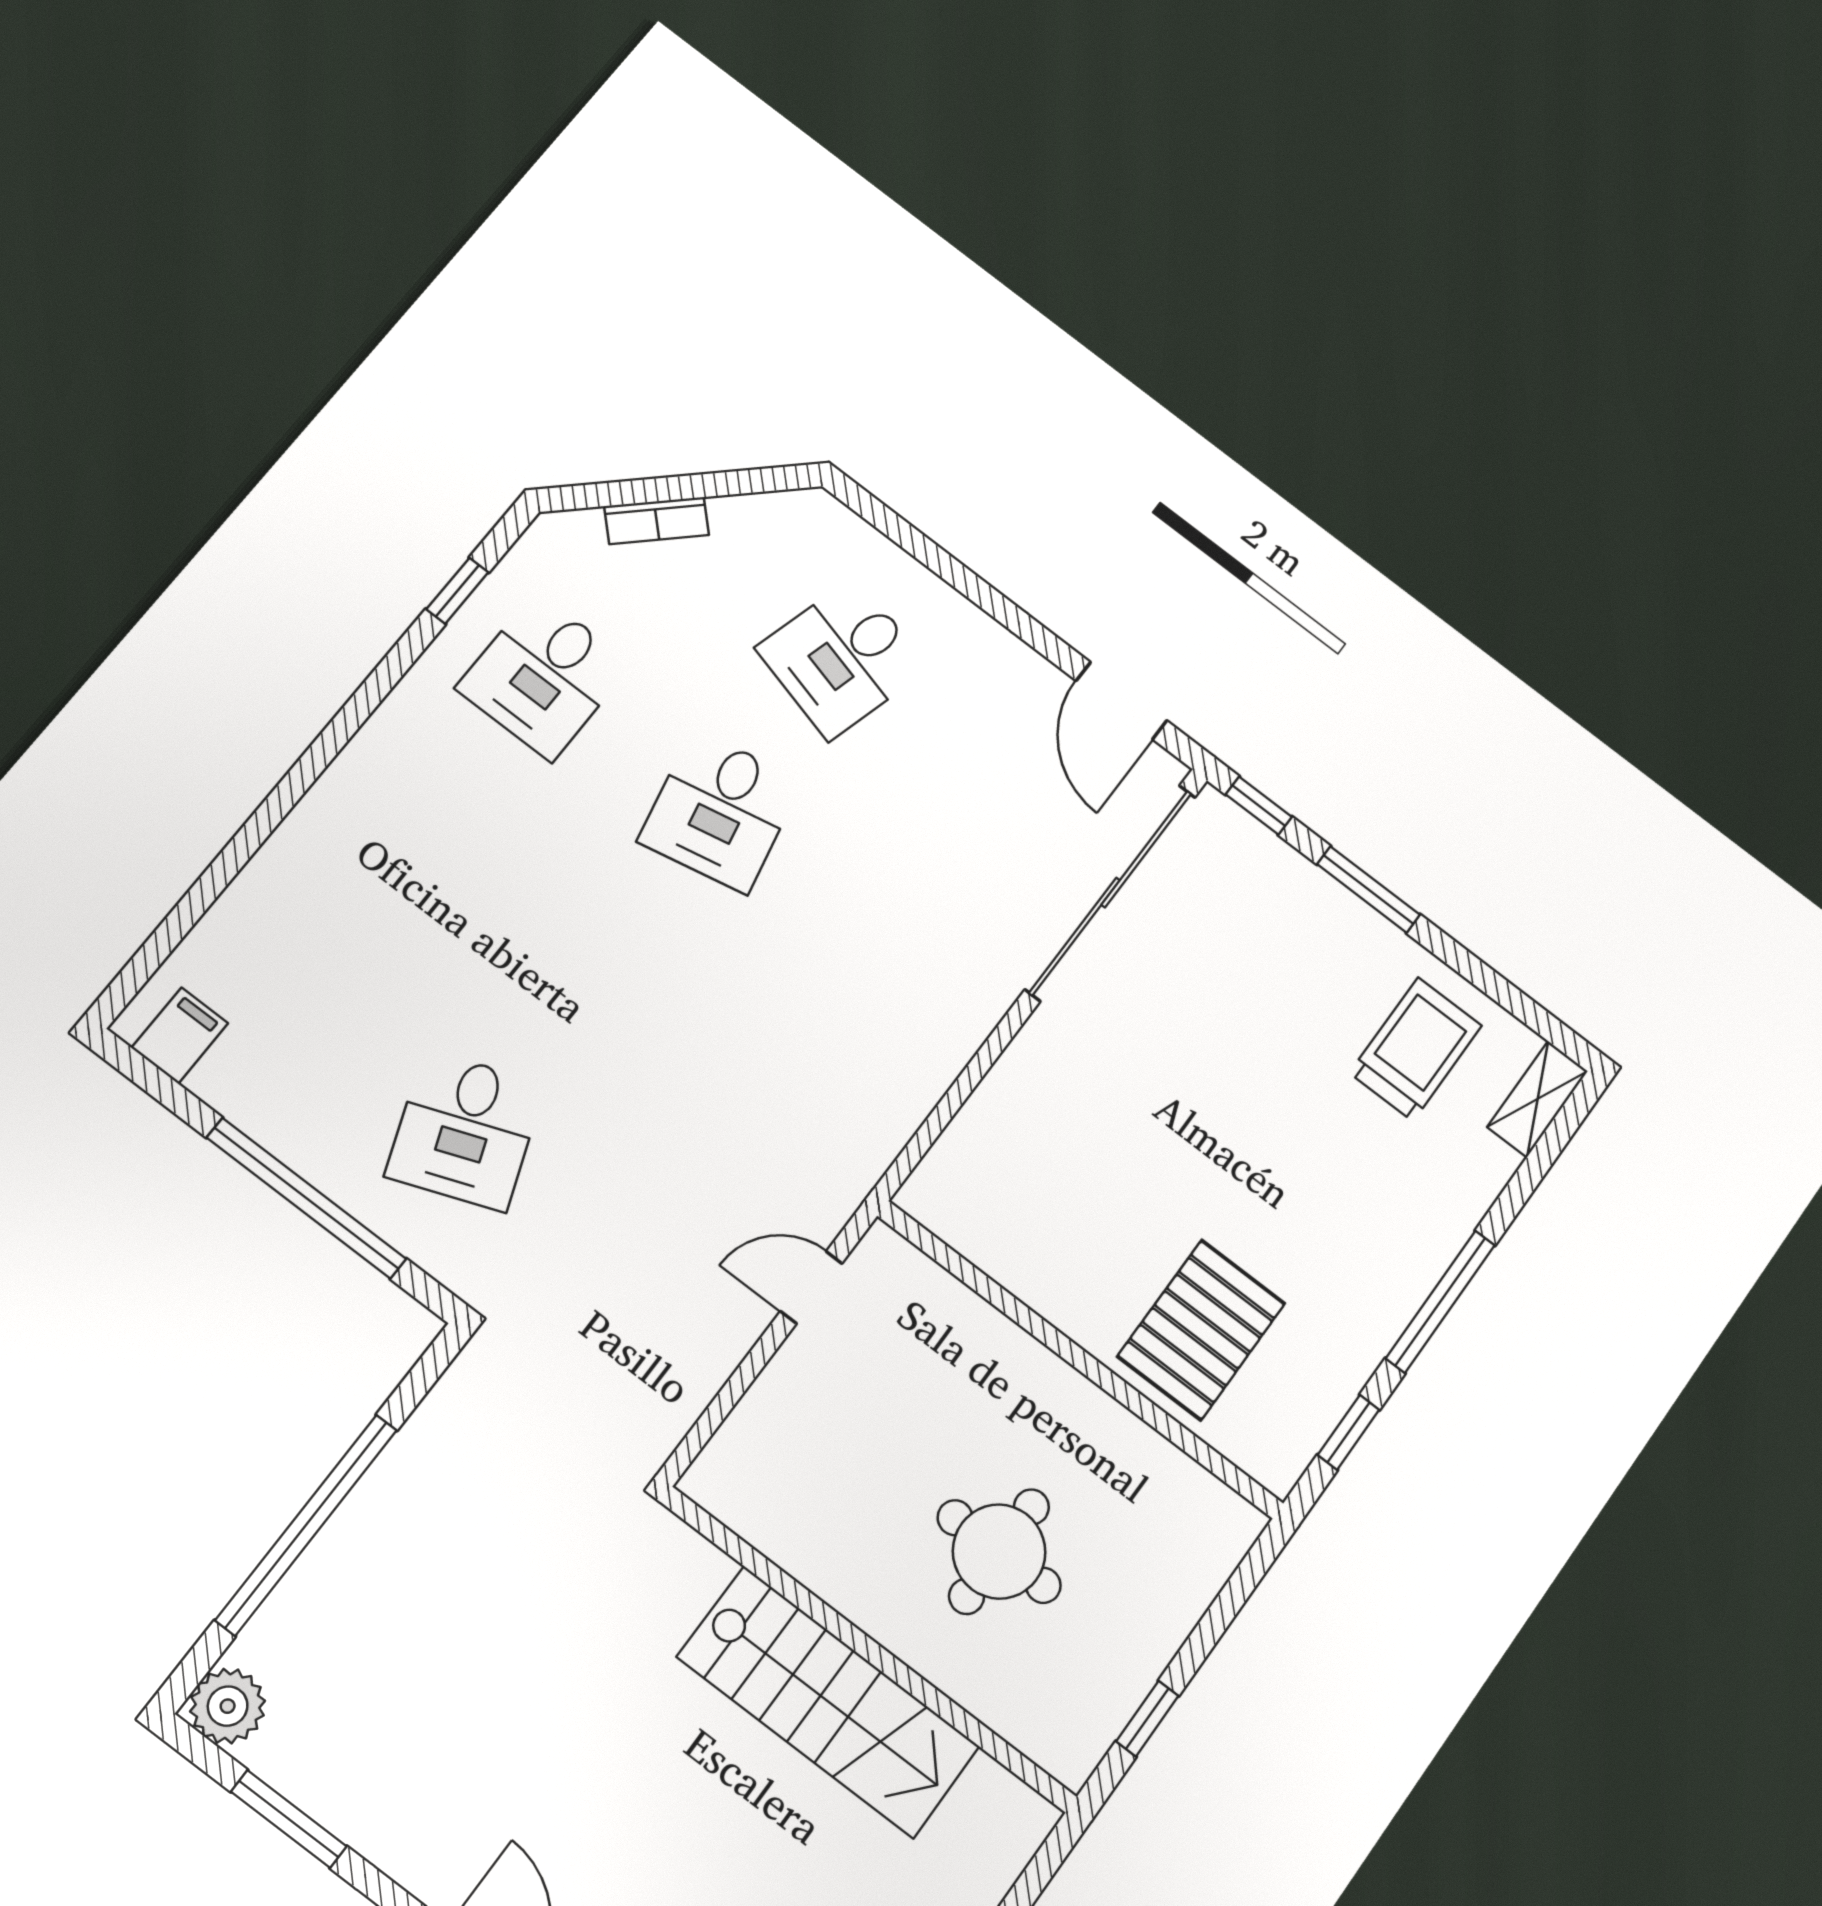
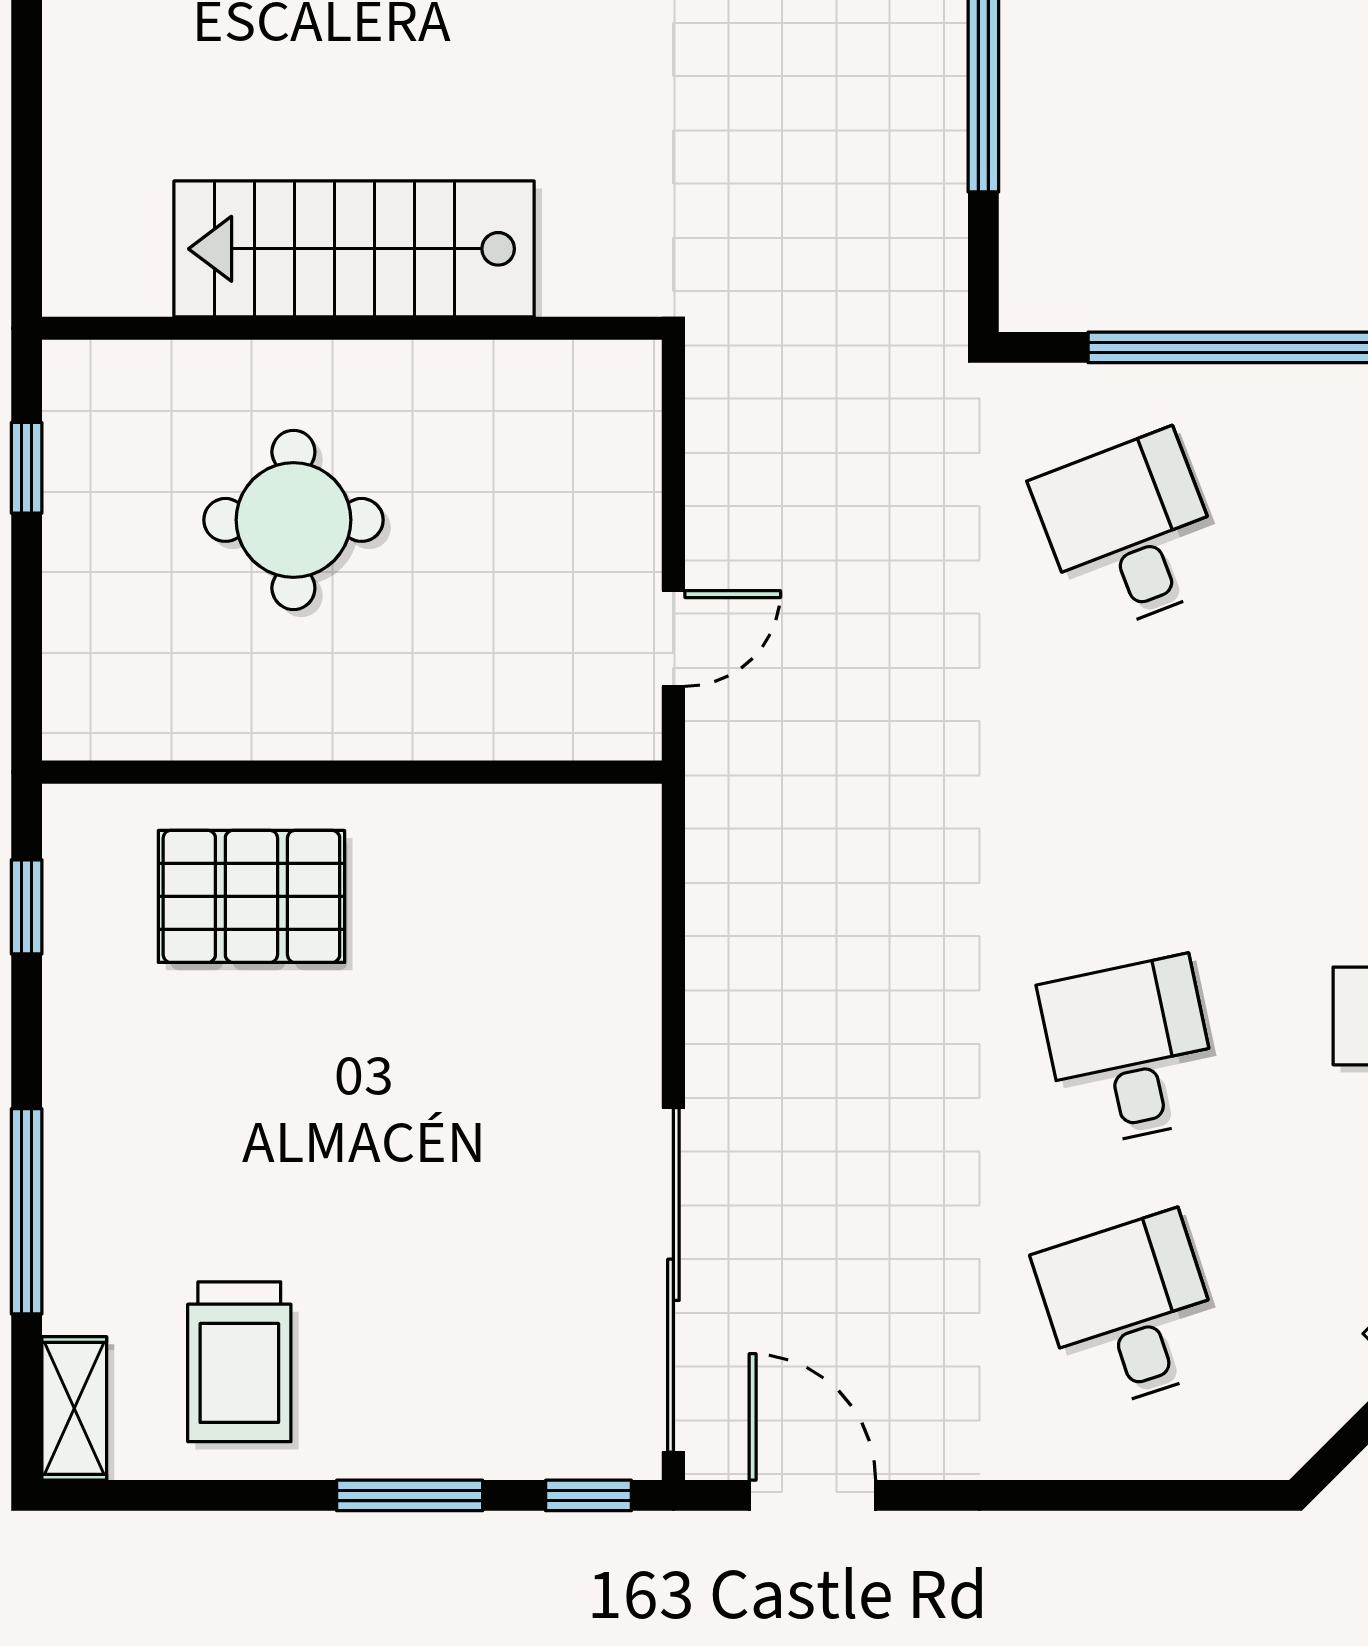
desk: (842, 658) -> (1130, 1311), turned -33
window: (1440, 1302) -> (27, 1211), moved
pallet: (1201, 1330) -> (251, 896), turned 90

